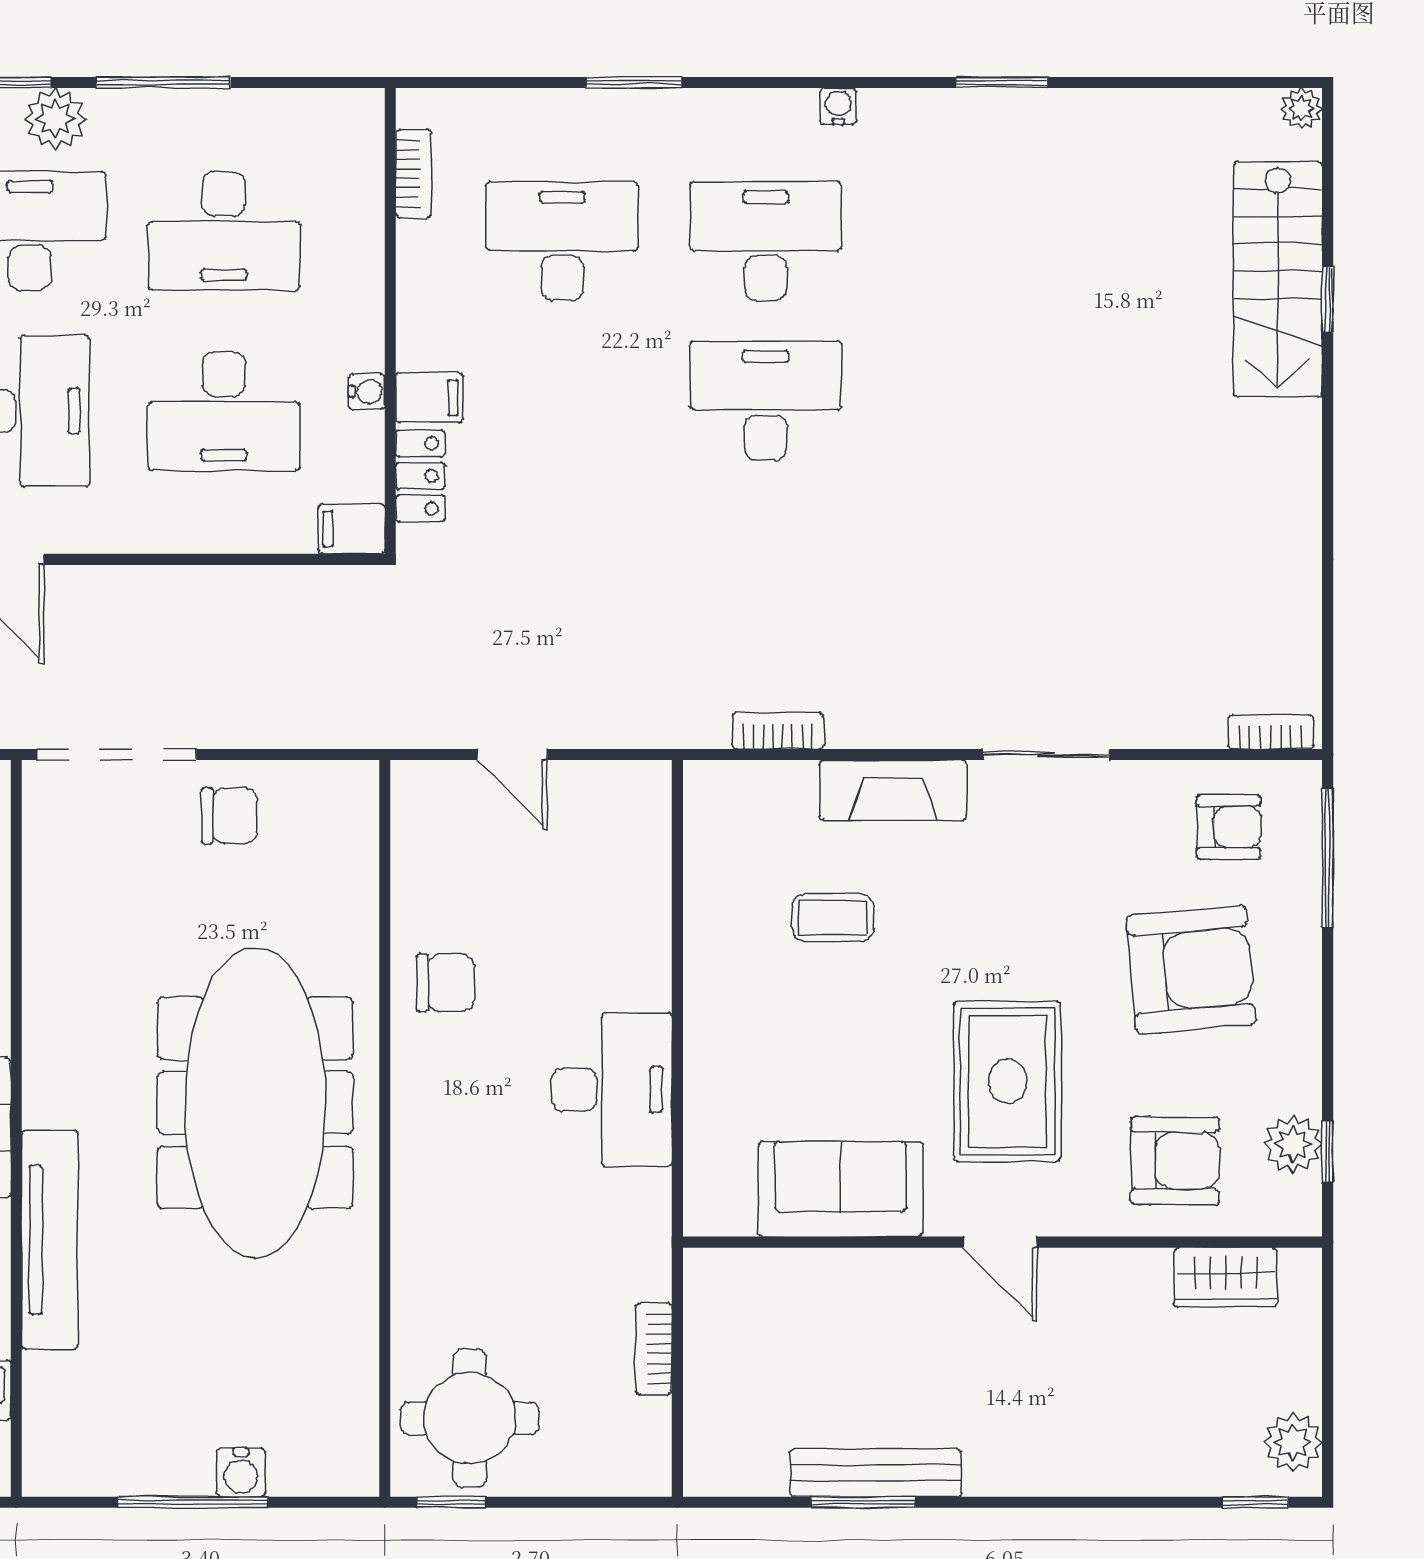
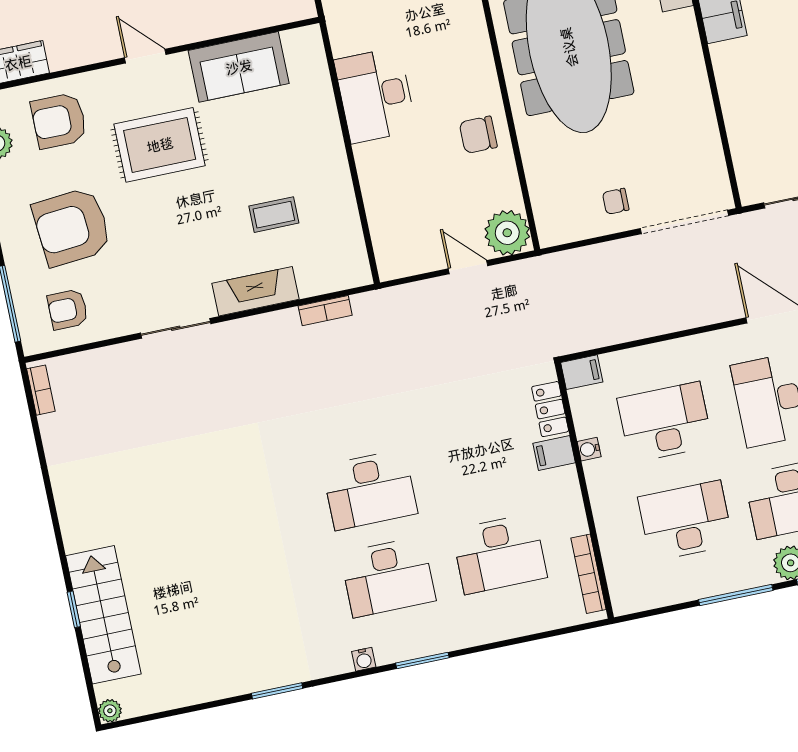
window: (634, 83) -> (422, 660), moved
bookcase: (413, 173) -> (588, 574), width x1.56
bookcase: (1271, 732) -> (41, 390), moved, turned -90
plant: (431, 800) -> (507, 233), added
chair: (229, 816) -> (616, 201), width x0.73, depth x0.73
rug: (1008, 1081) -> (160, 145), turned 90

